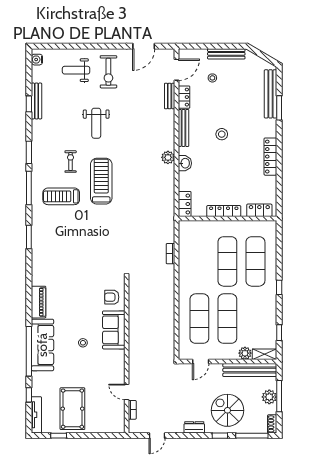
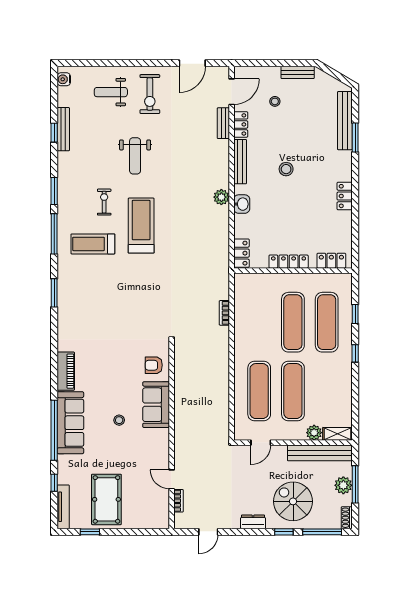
bench: (226, 54) -> (298, 72), width x0.73
locker: (270, 157) -> (345, 196), width x0.66
window: (279, 333) -> (355, 314), moved

